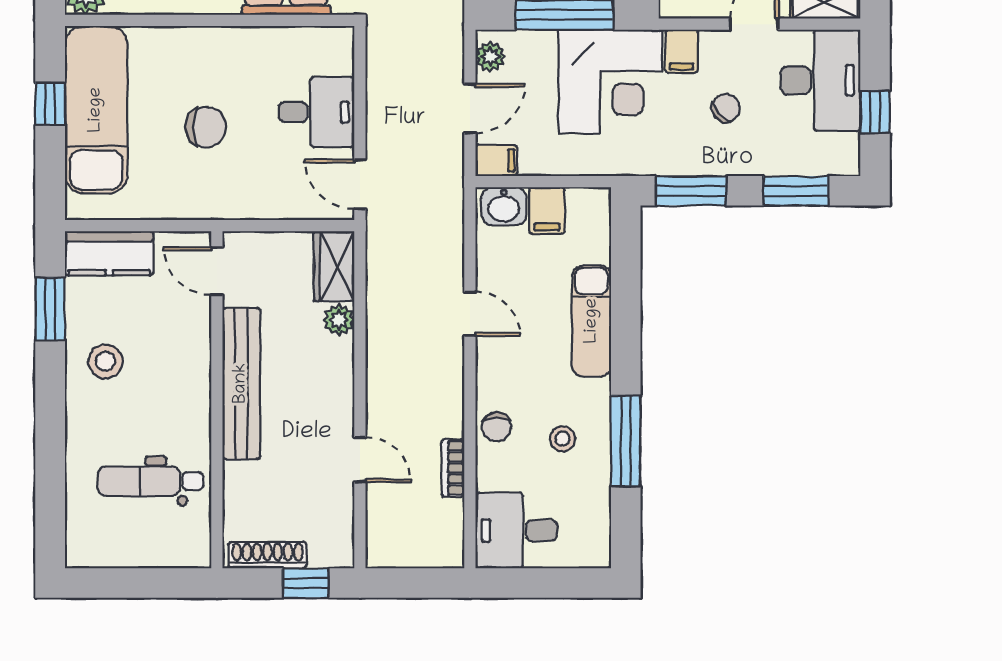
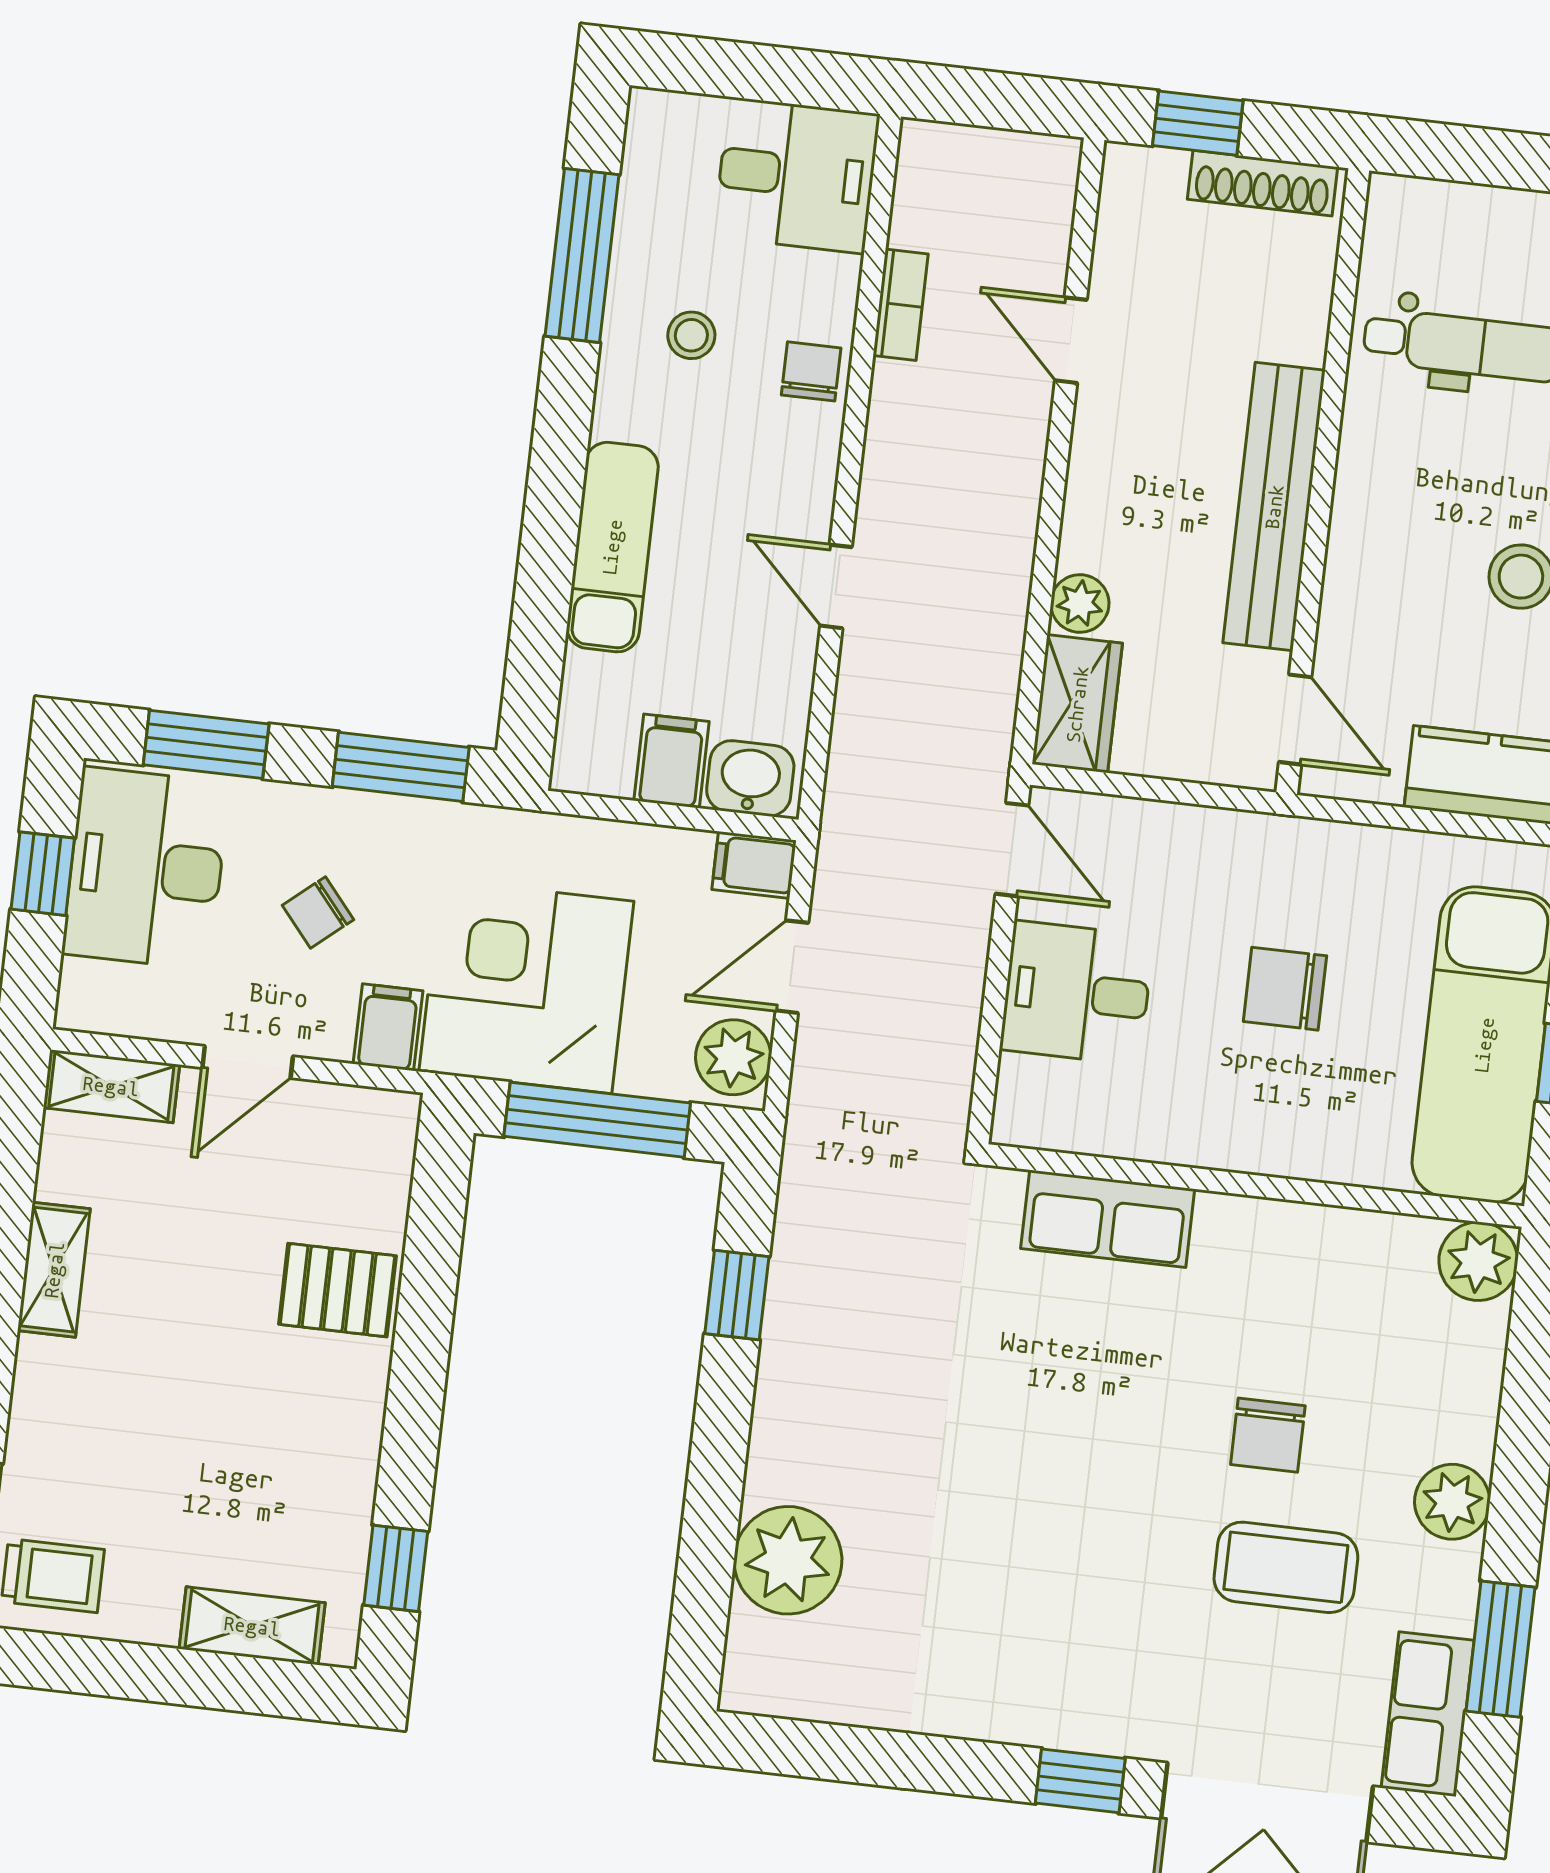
plant: (490, 57) -> (733, 1057), width x1.38, depth x1.38
desk: (820, 80) -> (146, 868), moved
window: (626, 441) -> (582, 255), moved

